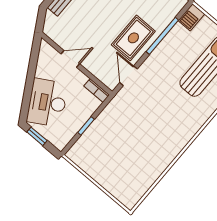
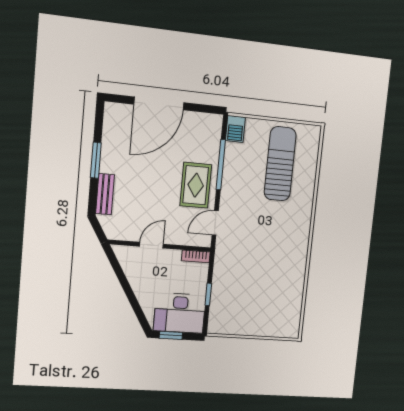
door: (128, 76) -> (215, 223), hinge flipped
desk: (47, 103) -> (180, 313), moved, turned -60

